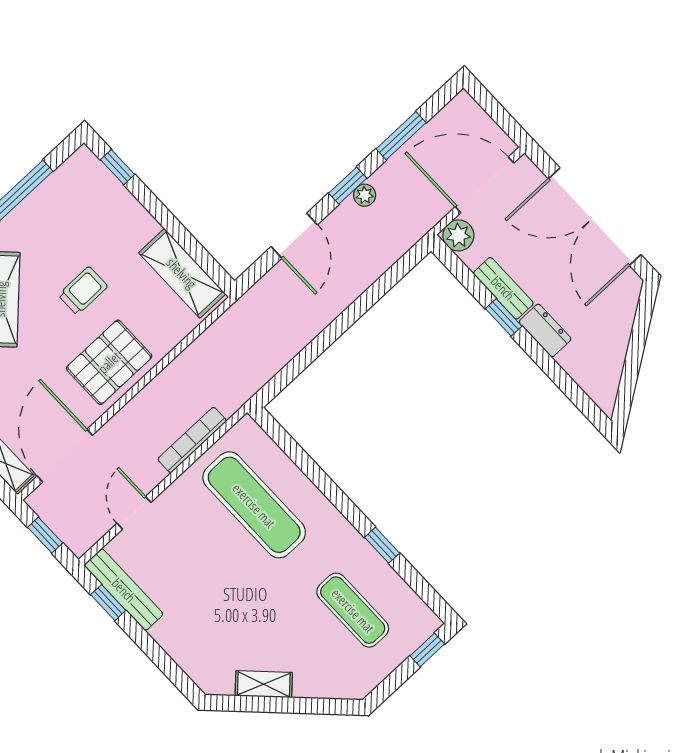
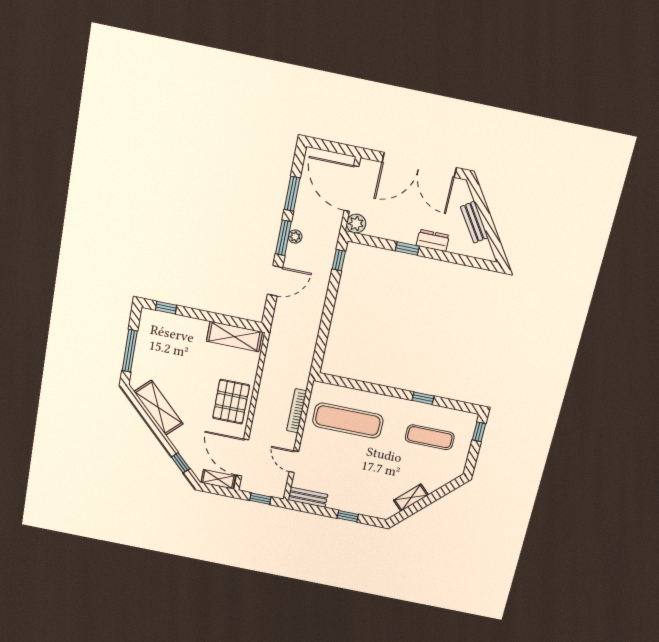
door: (485, 185) -> (352, 189), hinge flipped
window: (348, 186) -> (283, 238), width x1.50
door: (294, 236) -> (275, 281), hinge flipped
window: (401, 268) -> (339, 260), added
bench: (503, 288) -> (474, 222), moved, turned 56
trolley: (83, 291) -> (194, 377), removed
bench: (124, 590) -> (308, 497), width x0.73
window: (108, 603) -> (348, 516), moved

